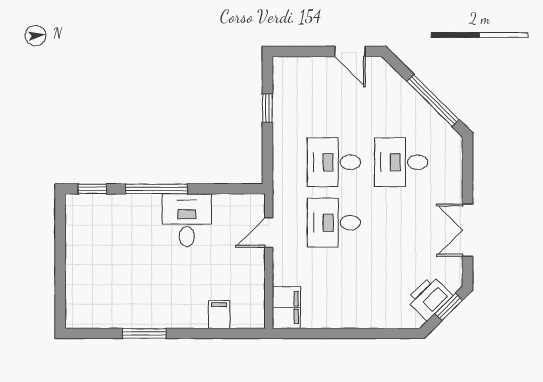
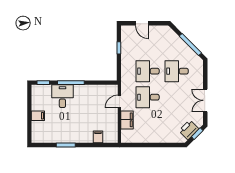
door: (350, 51) -> (142, 23), moved
desk: (187, 220) -> (62, 96), moved
filing cabinet: (80, 266) -> (38, 116), added
filing cabinet: (286, 308) -> (127, 120), moved

